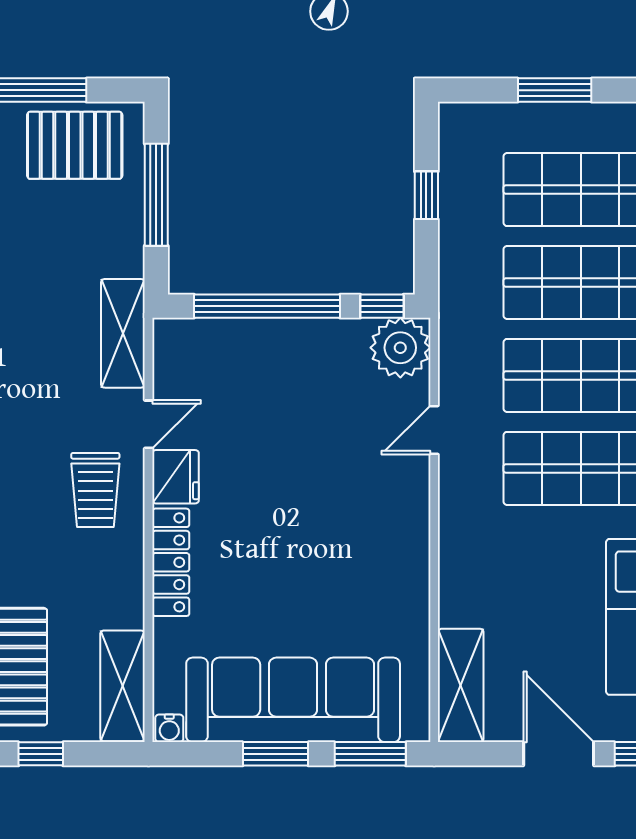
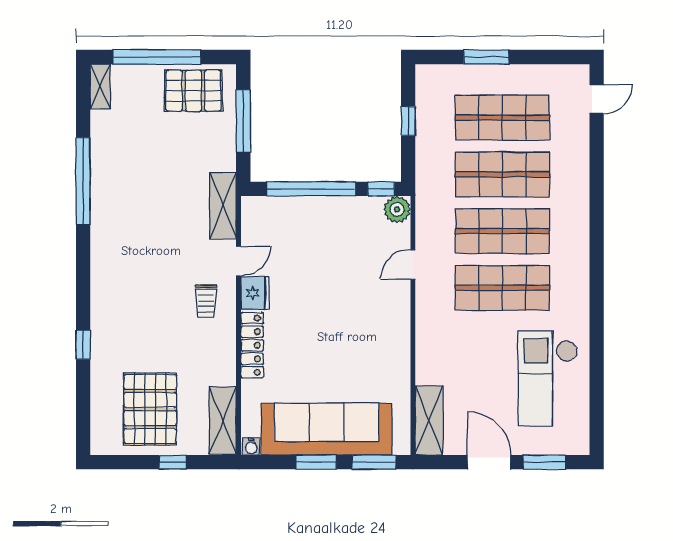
plant: (400, 348) -> (397, 209), width x0.73, depth x0.73
trolley: (95, 490) -> (206, 301), width x0.73, depth x0.72

